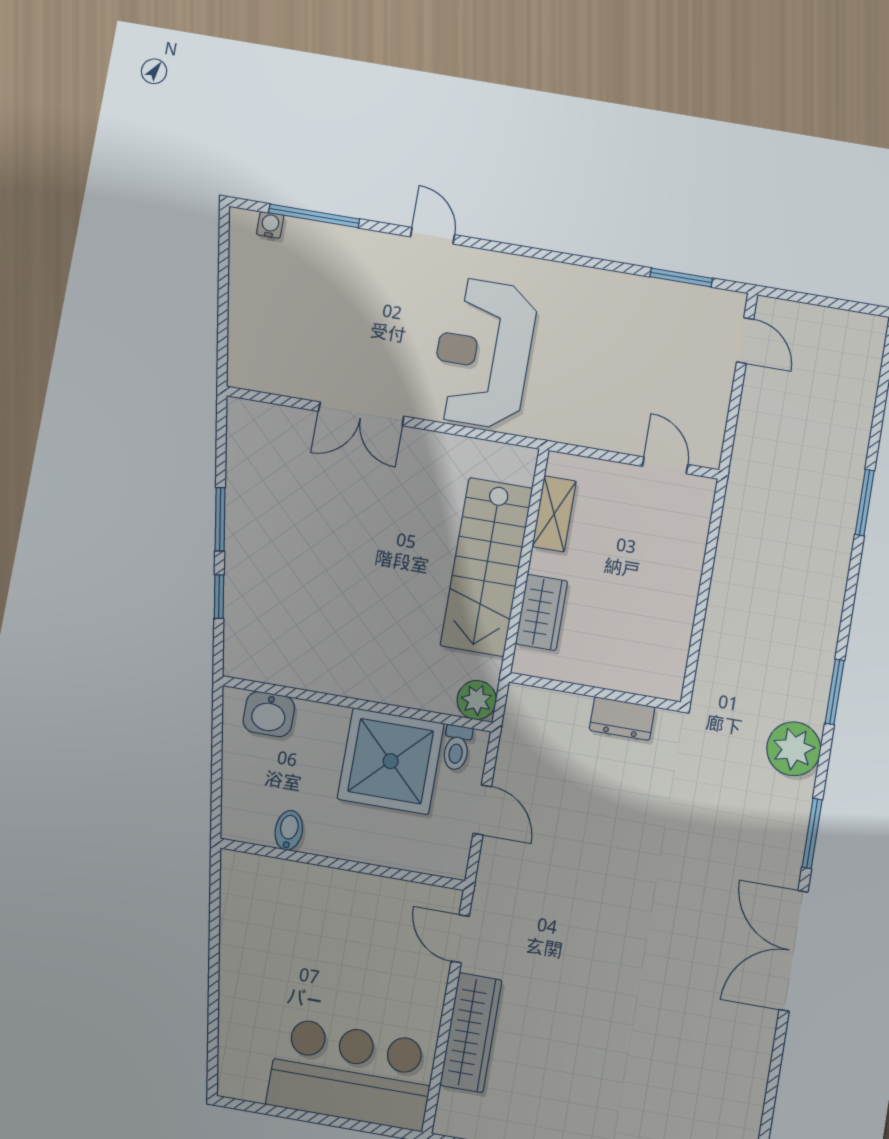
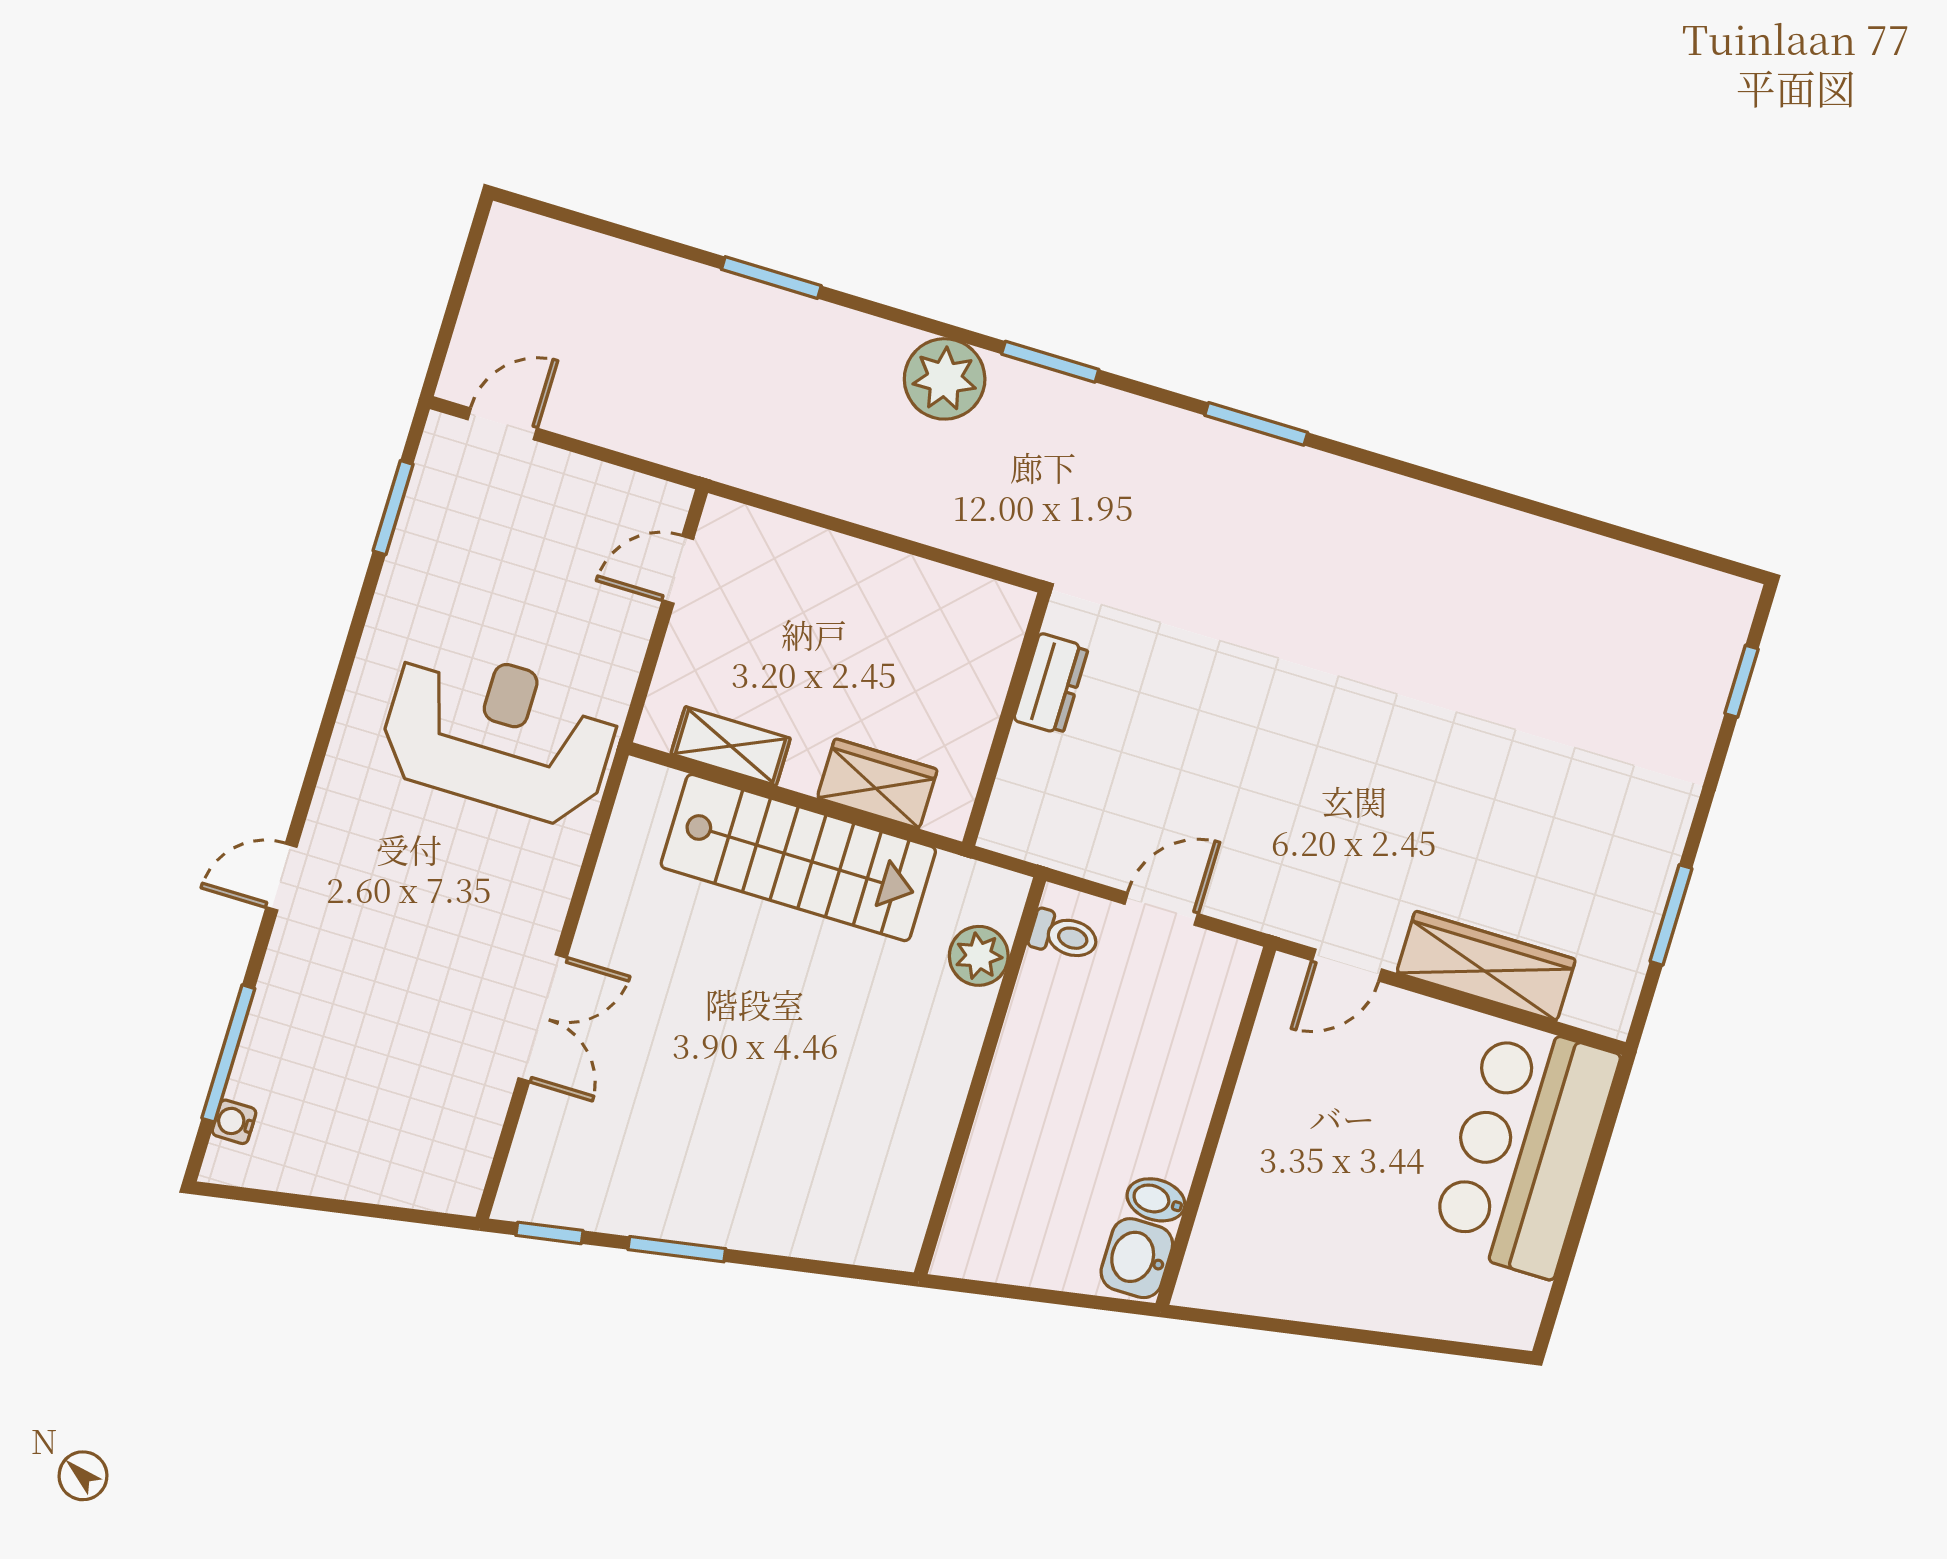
reception desk: (483, 353) -> (499, 734), moved, turned 180
window: (219, 597) -> (549, 1233), moved
plant: (477, 700) -> (979, 956), moved
washbasin: (269, 714) -> (1137, 1258), moved, turned 180
plant: (794, 749) -> (945, 379), moved
shower: (391, 761) -> (1072, 1036), removed
double door: (794, 951) -> (1425, 475), removed

